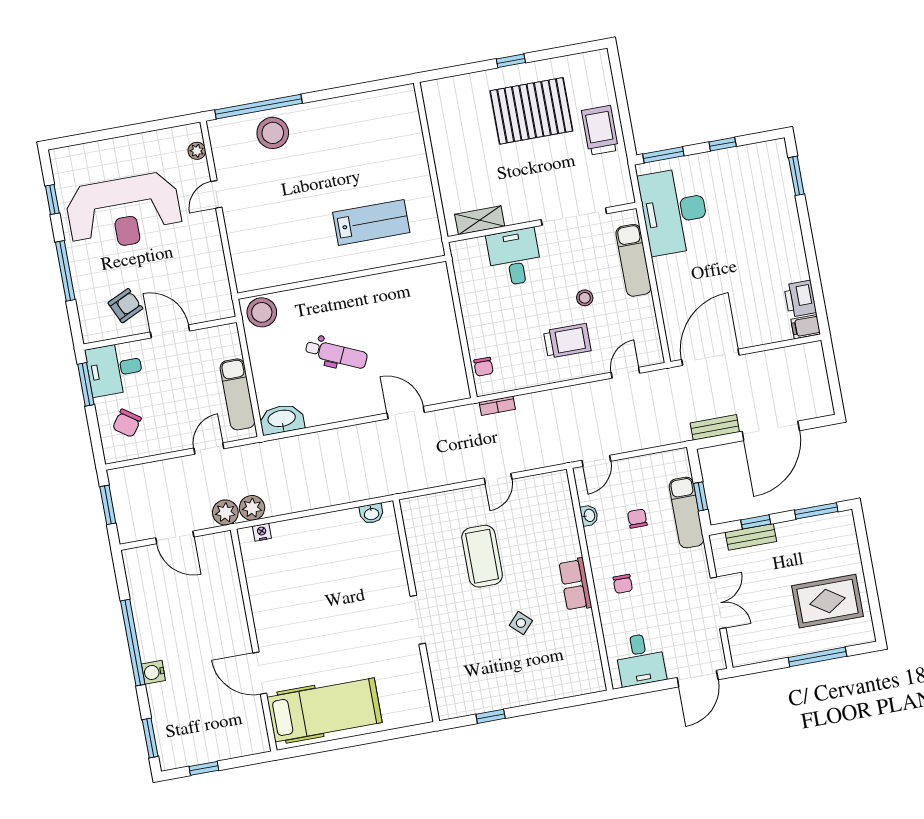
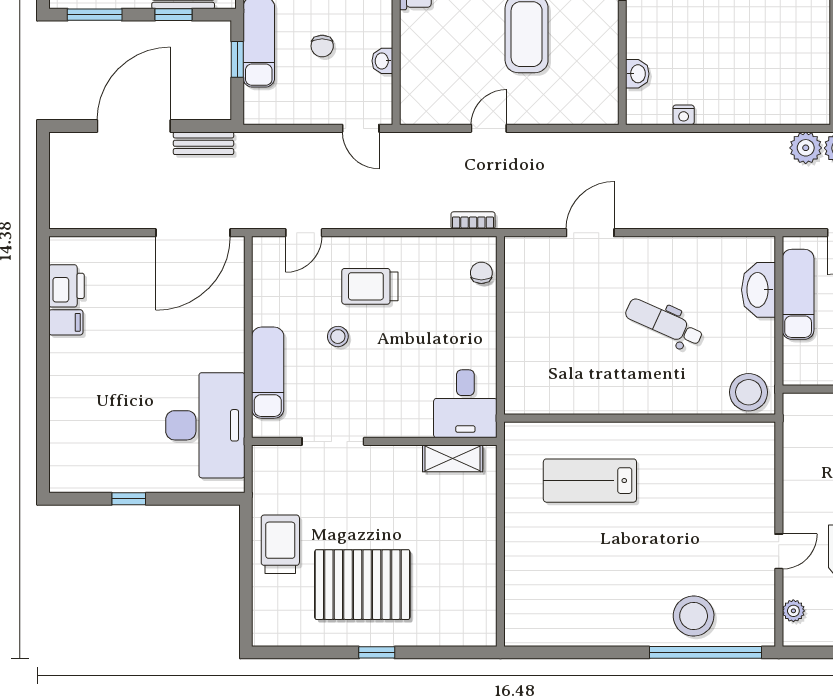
trolley: (600, 130) -> (280, 544), turned 180
window: (663, 155) -> (206, 499), removed
window: (796, 176) -> (43, 442), removed
doorway: (574, 217) -> (333, 441), width x0.73
desk: (514, 257) -> (465, 404), moved
filing cabinet: (806, 327) -> (66, 322), moved
door: (406, 413) -> (590, 233), swing flipped
washbasin: (282, 419) -> (759, 290), moved, turned 90
door: (596, 461) -> (361, 128), swing flipped
washbasin: (371, 514) -> (637, 74), moved, turned 90
nightstand: (262, 532) -> (684, 115), moved

